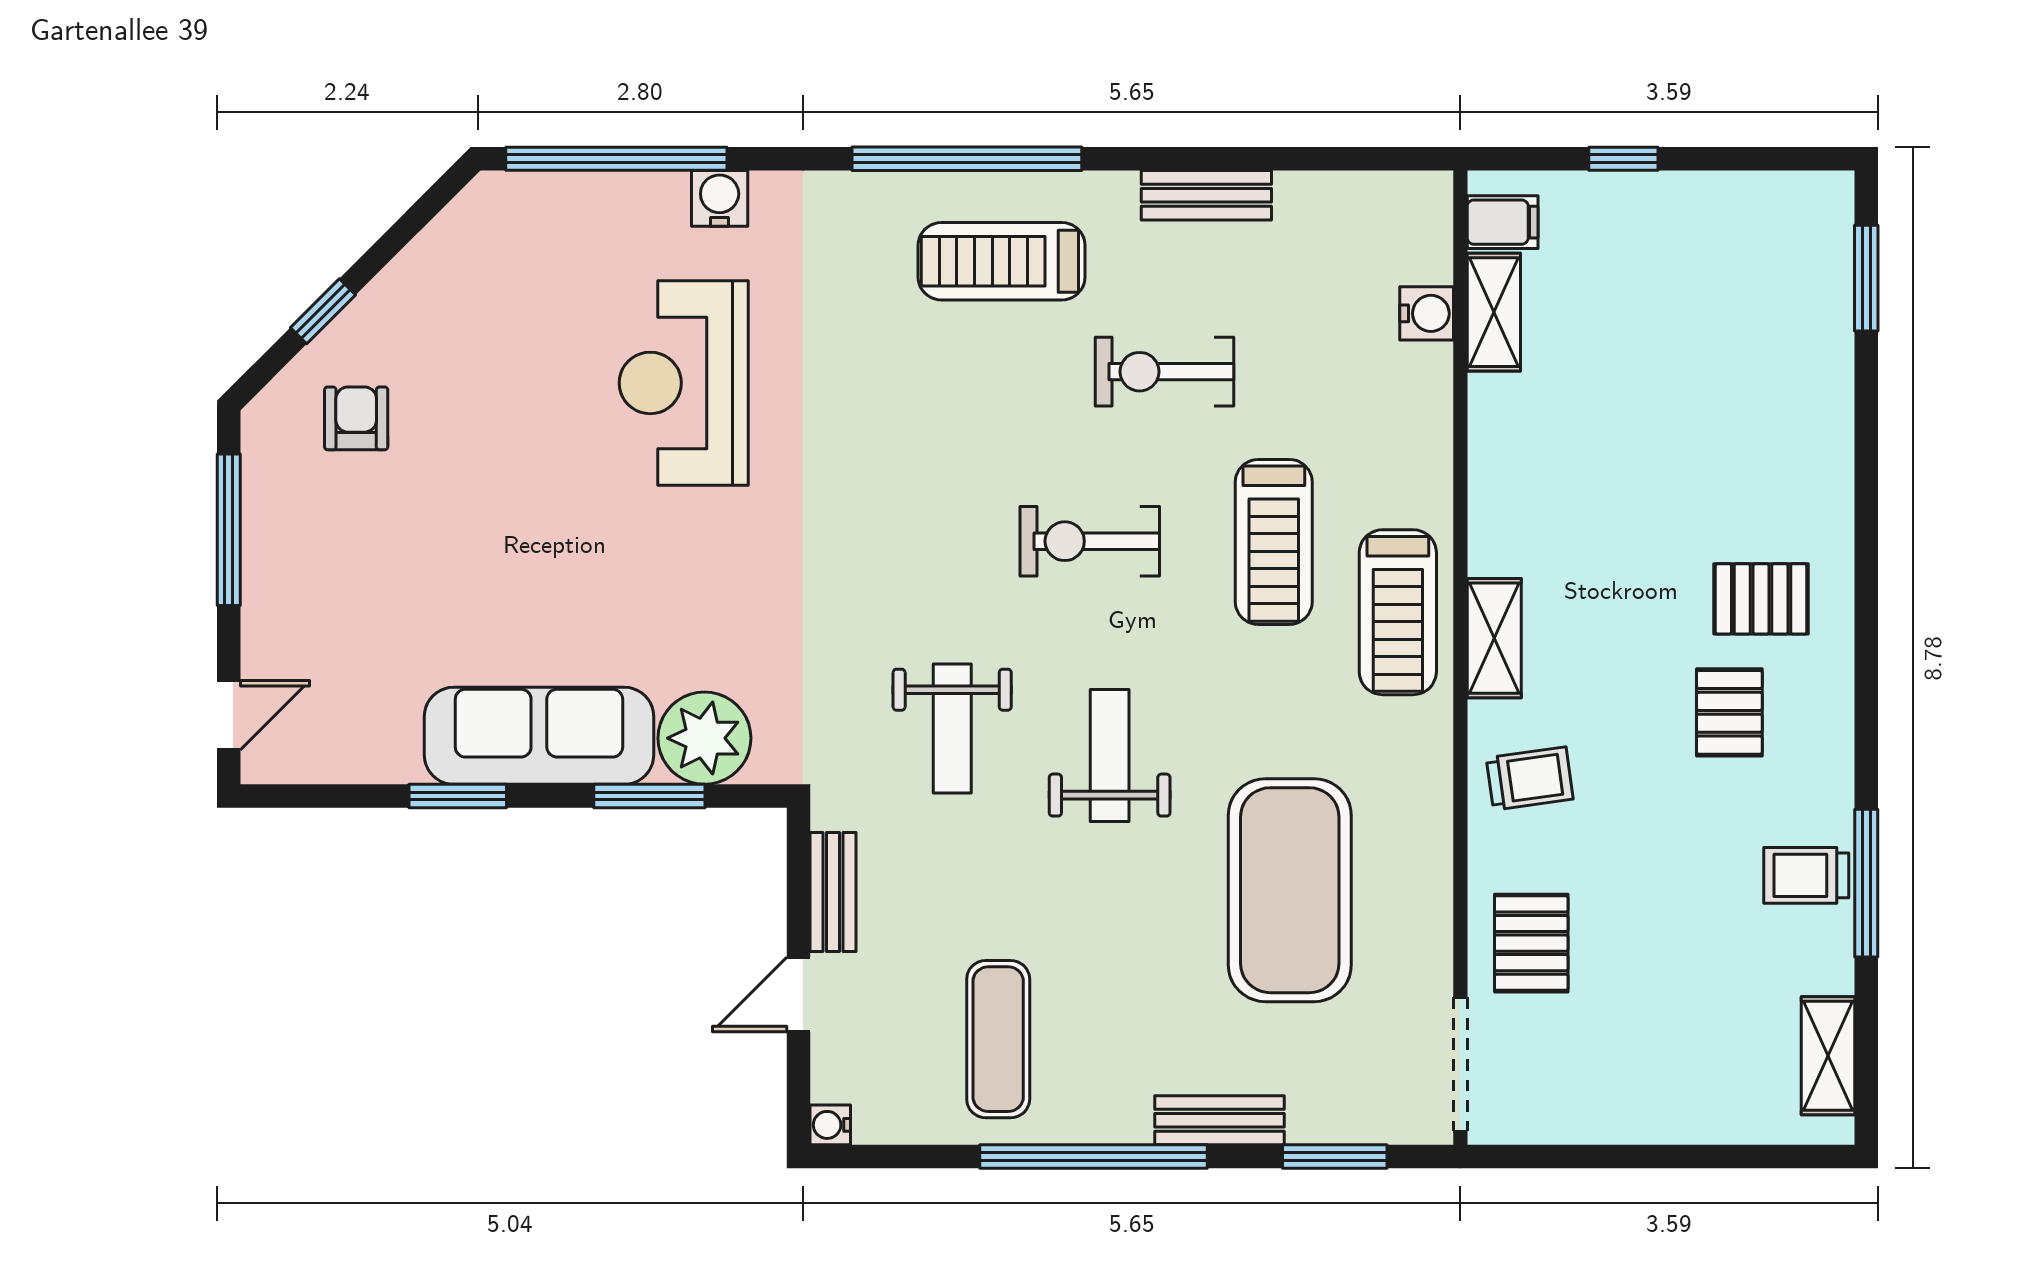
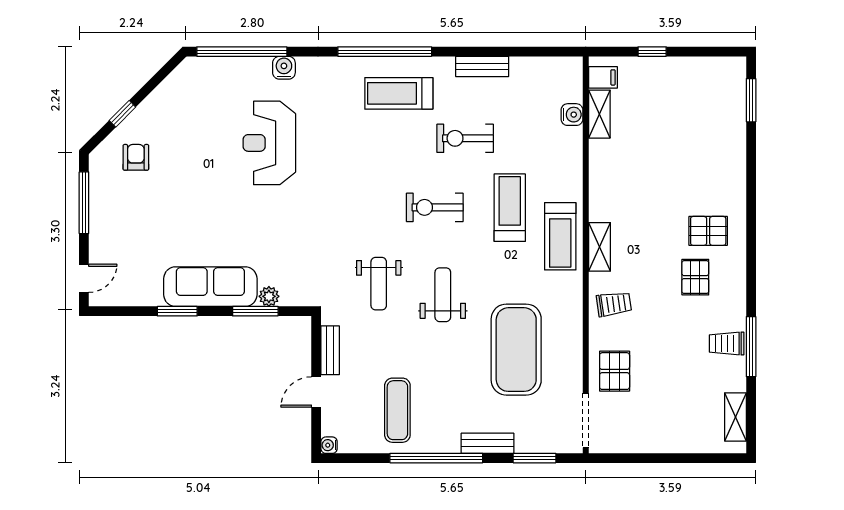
treadmill: (1274, 542) -> (510, 208), turned 180
plant: (704, 738) -> (269, 296), width x0.53, depth x0.53

